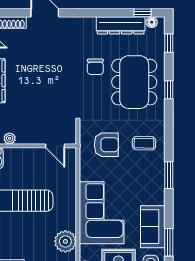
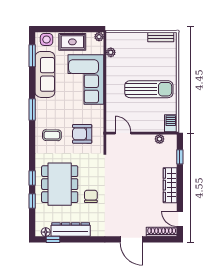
window: (169, 43) -> (32, 201), moved
sofa: (153, 227) -> (45, 74), width x1.36
plant: (65, 241) -> (111, 52), width x0.53, depth x0.53

